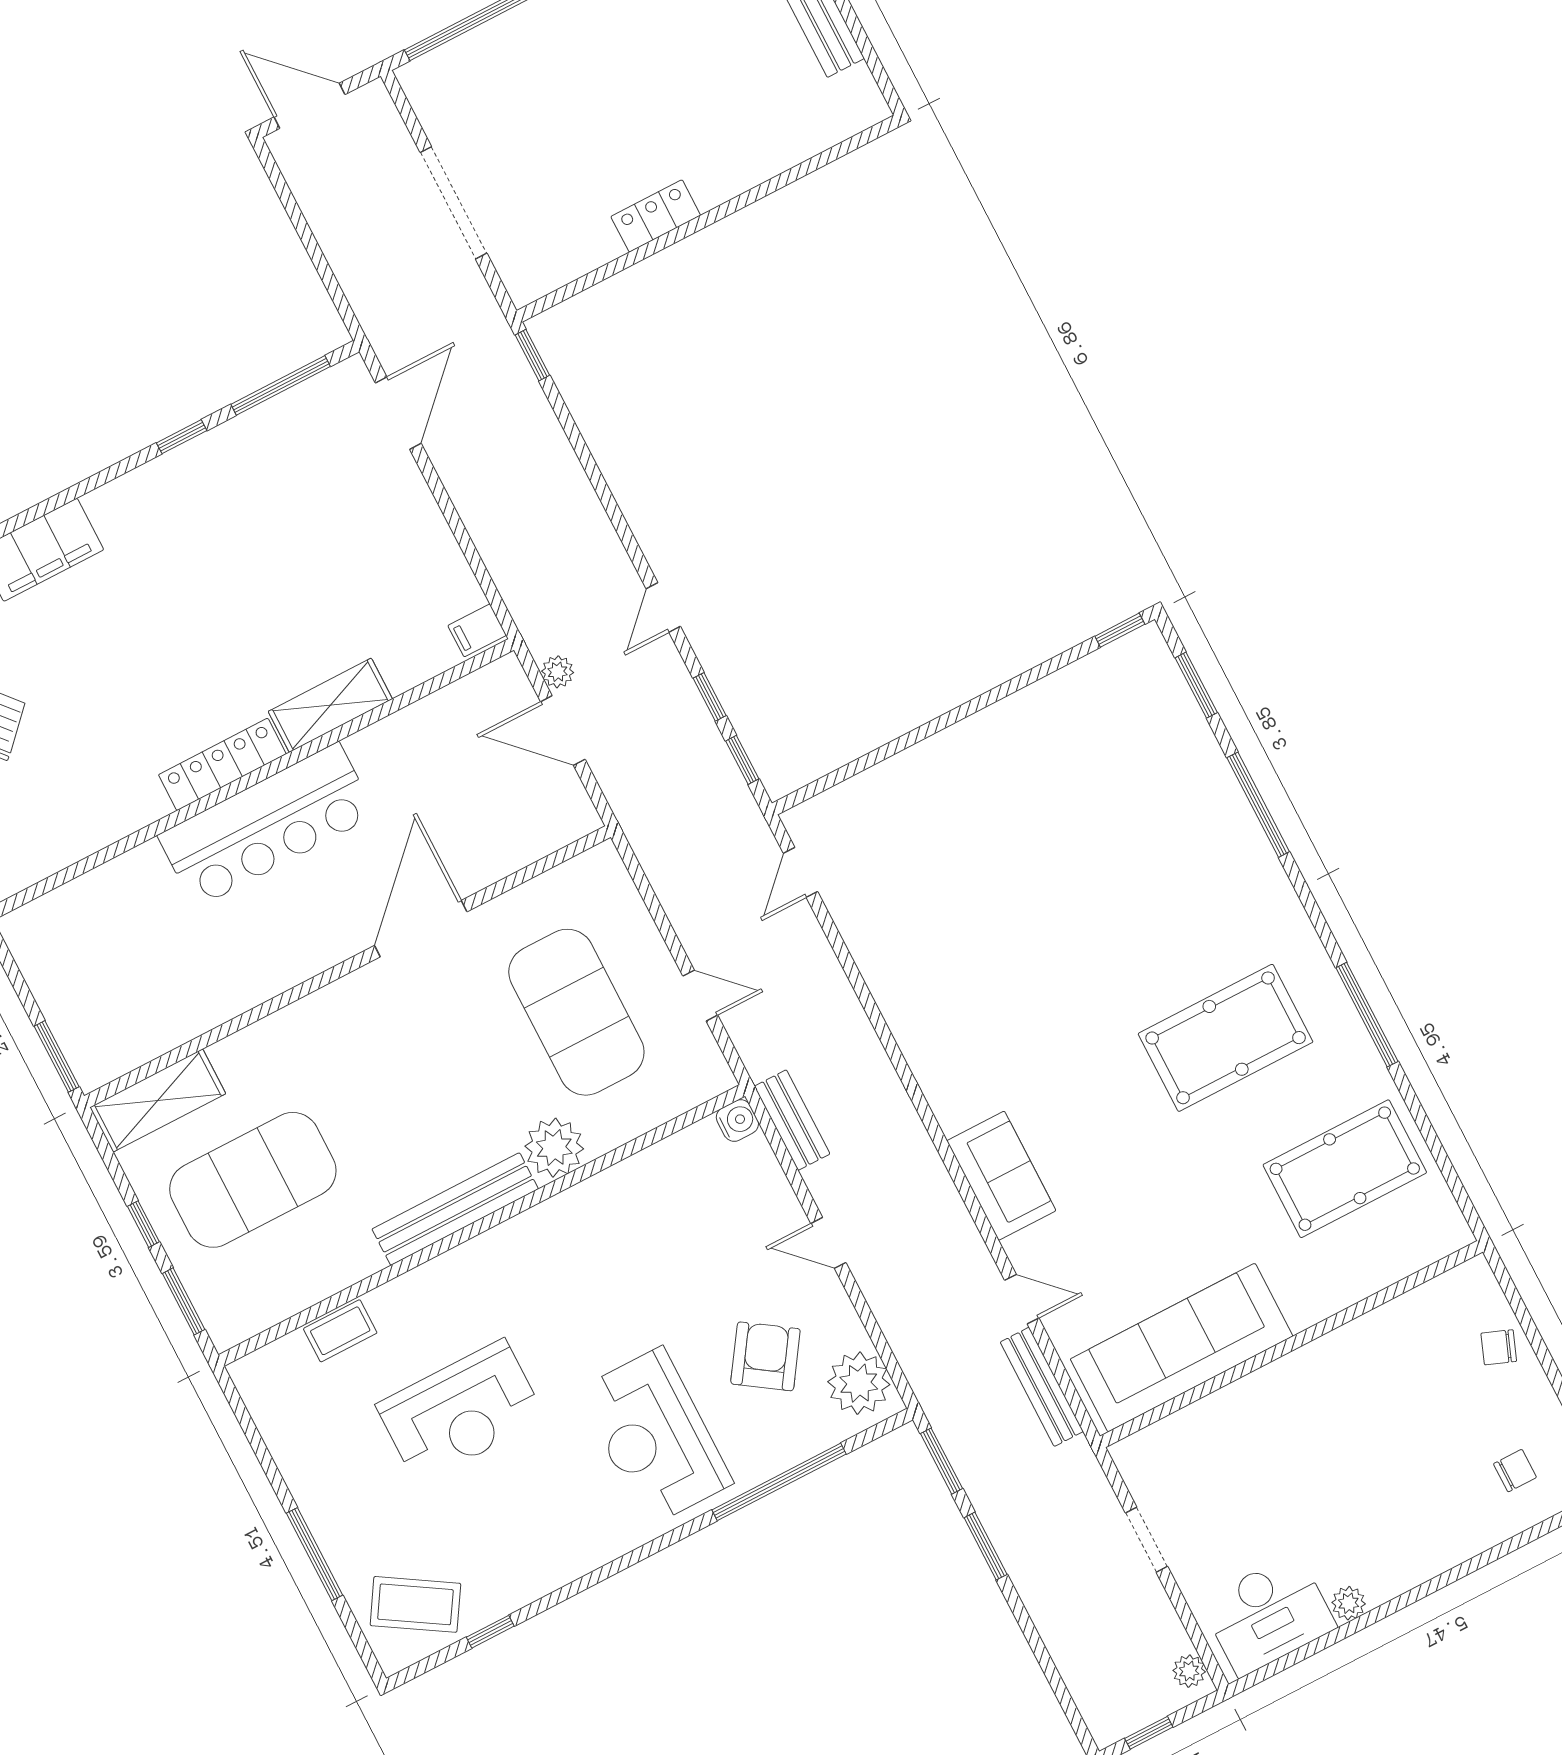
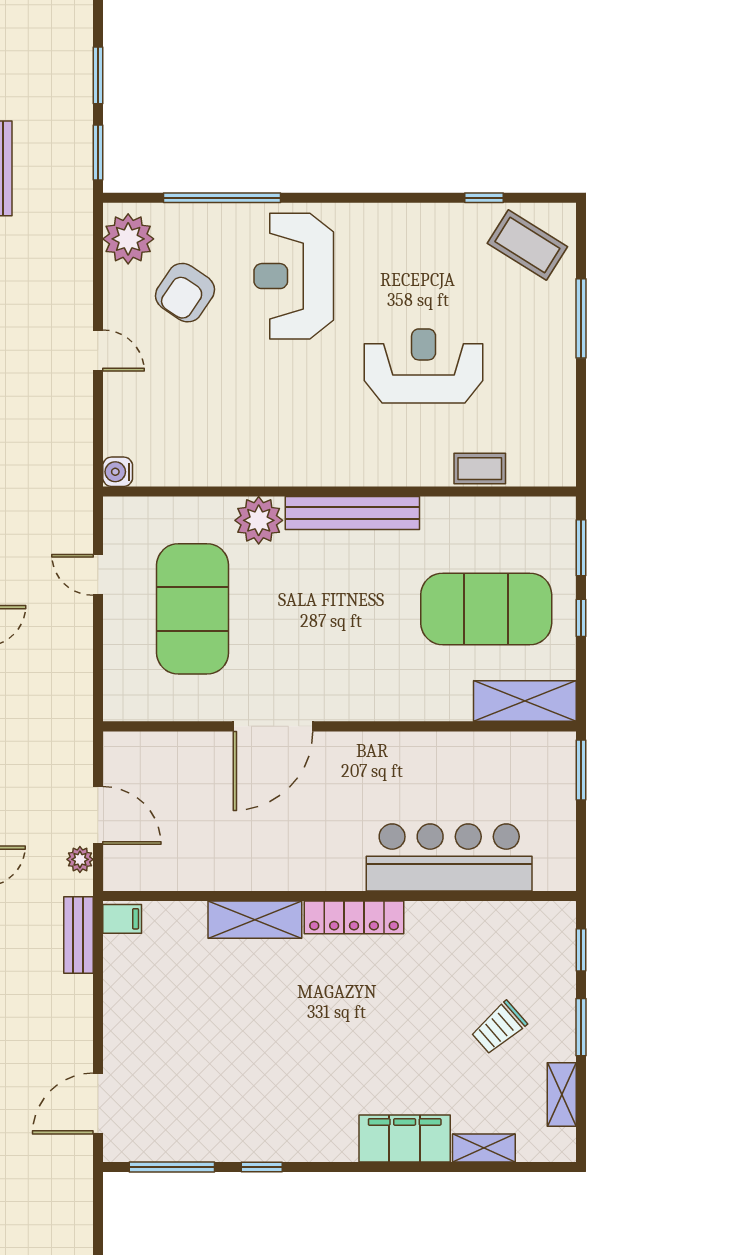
bar counter: (267, 825) -> (449, 857), moved
bench: (792, 1120) -> (78, 935), moved
reception desk: (655, 1437) -> (294, 276), turned 180

